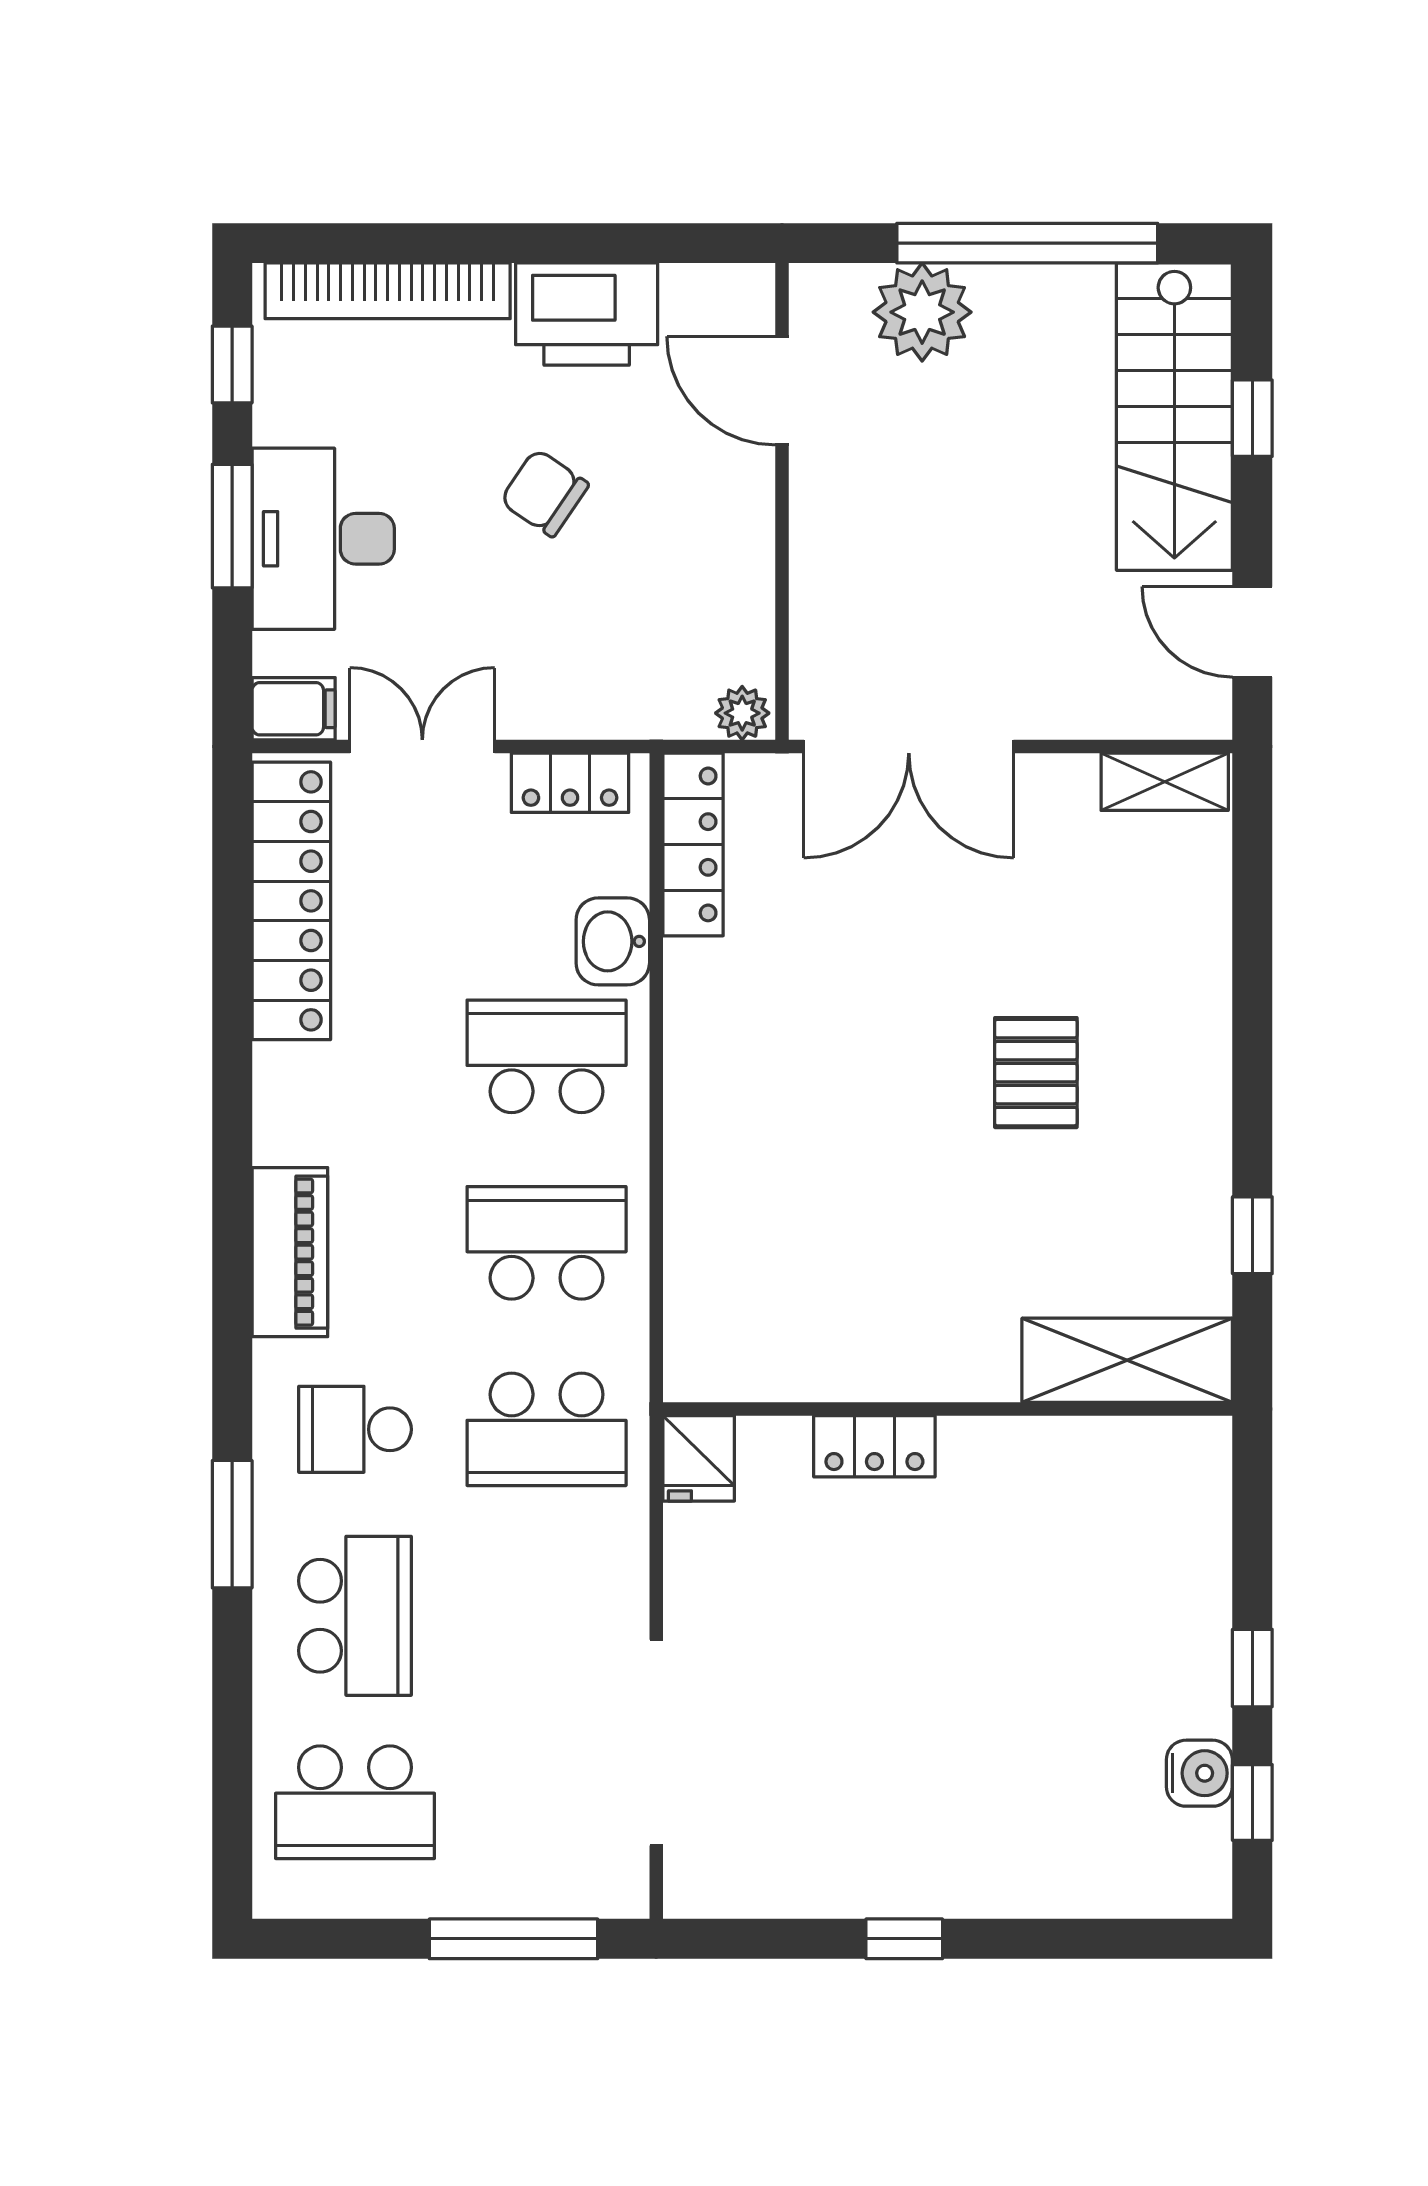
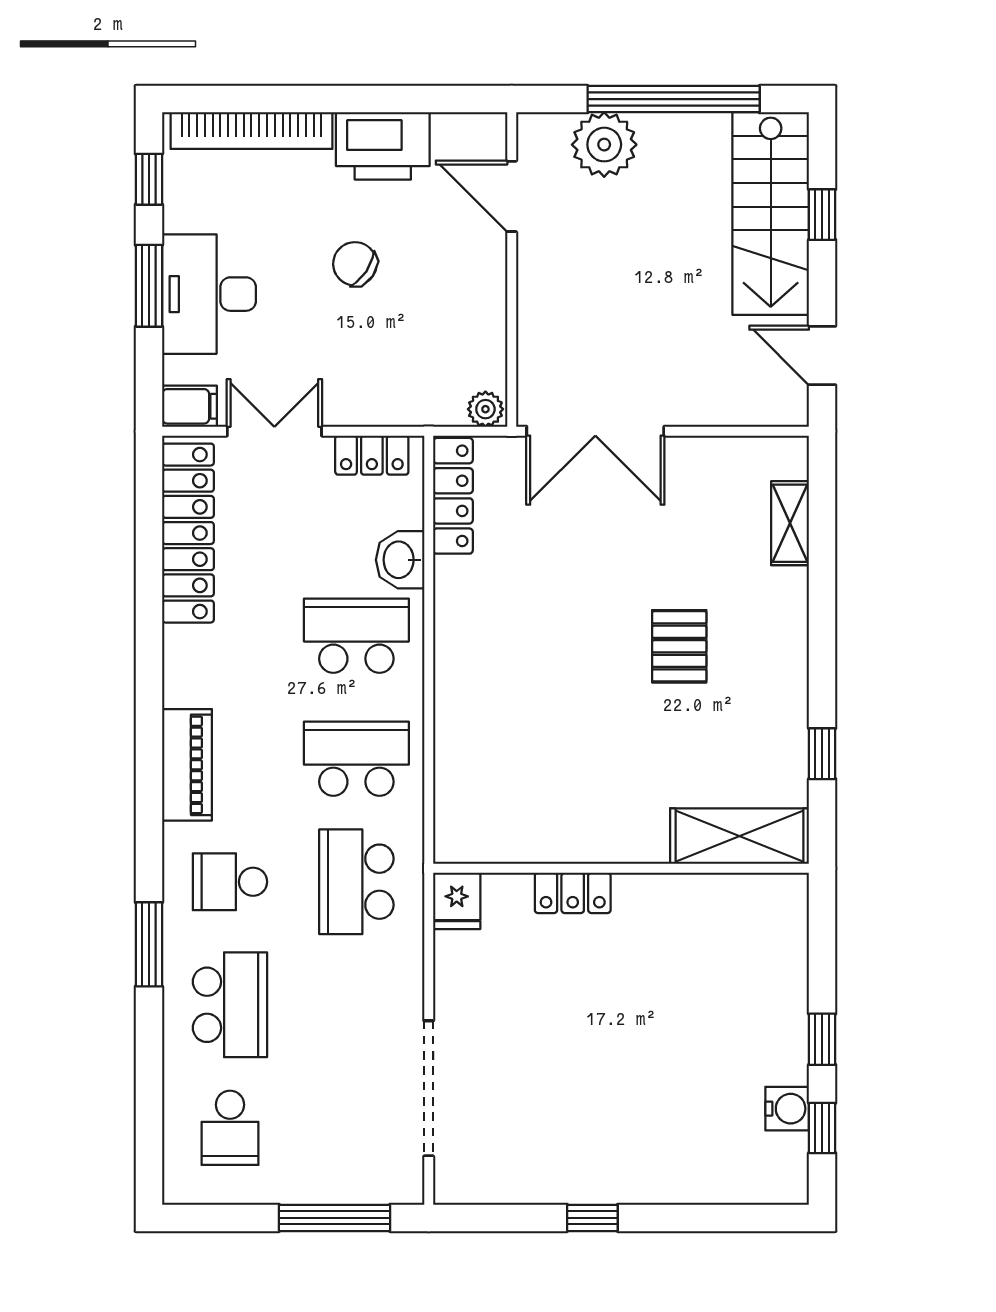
shelving: (1165, 782) -> (790, 523), moved, turned 90
school desk: (547, 1429) -> (356, 882), turned 90
school desk: (355, 1802) -> (230, 1128), width x0.54

